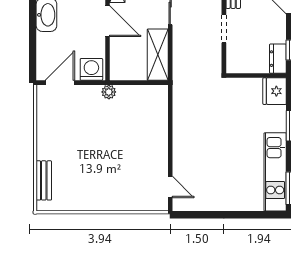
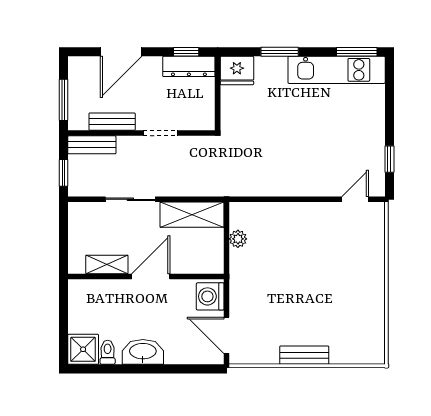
dresser: (278, 59) -> (189, 66), width x1.44
plant: (109, 92) -> (238, 239), moved
bench: (44, 180) -> (304, 355), moved
window: (203, 215) -> (389, 159), added

